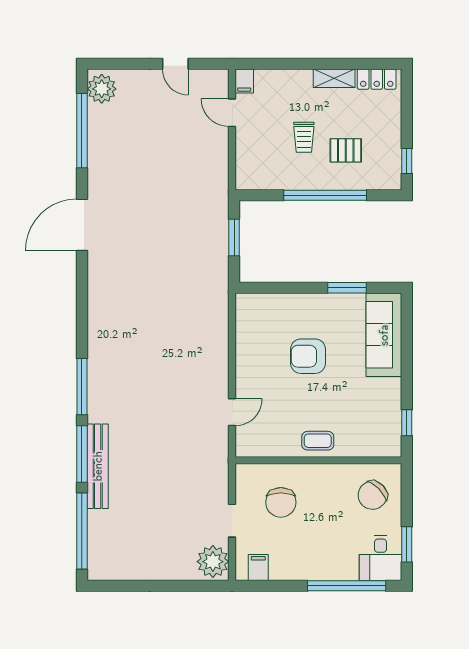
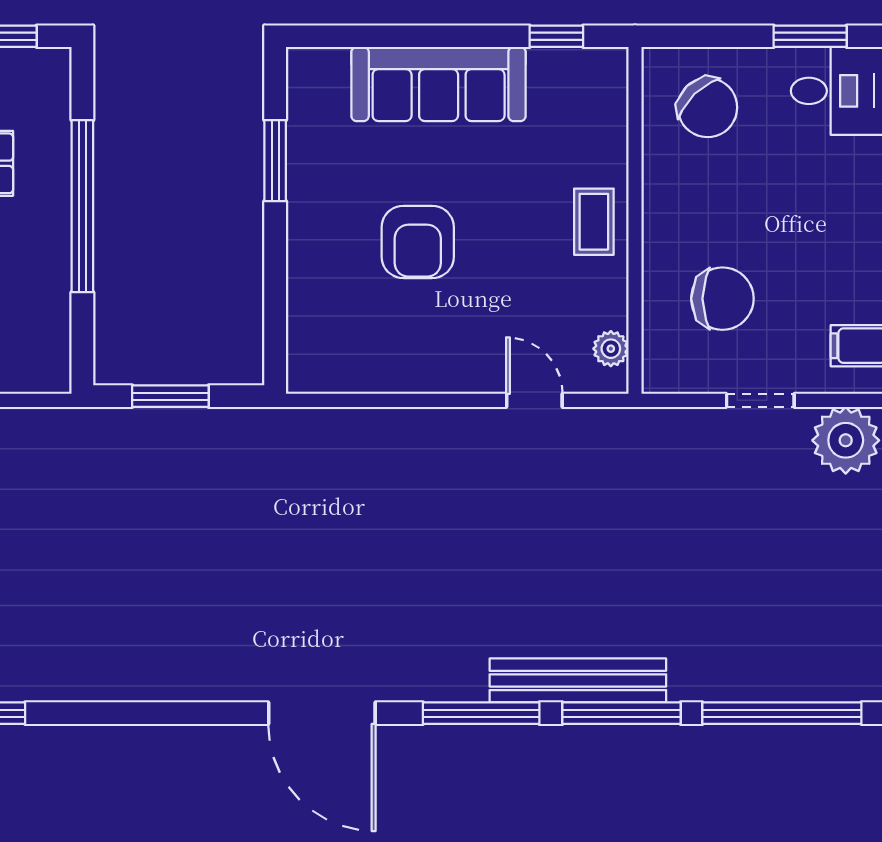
door: (82, 225) -> (322, 713), moved
sofa: (384, 335) -> (439, 84), moved
plant: (257, 449) -> (611, 349), added
bench: (98, 466) -> (578, 680), moved

